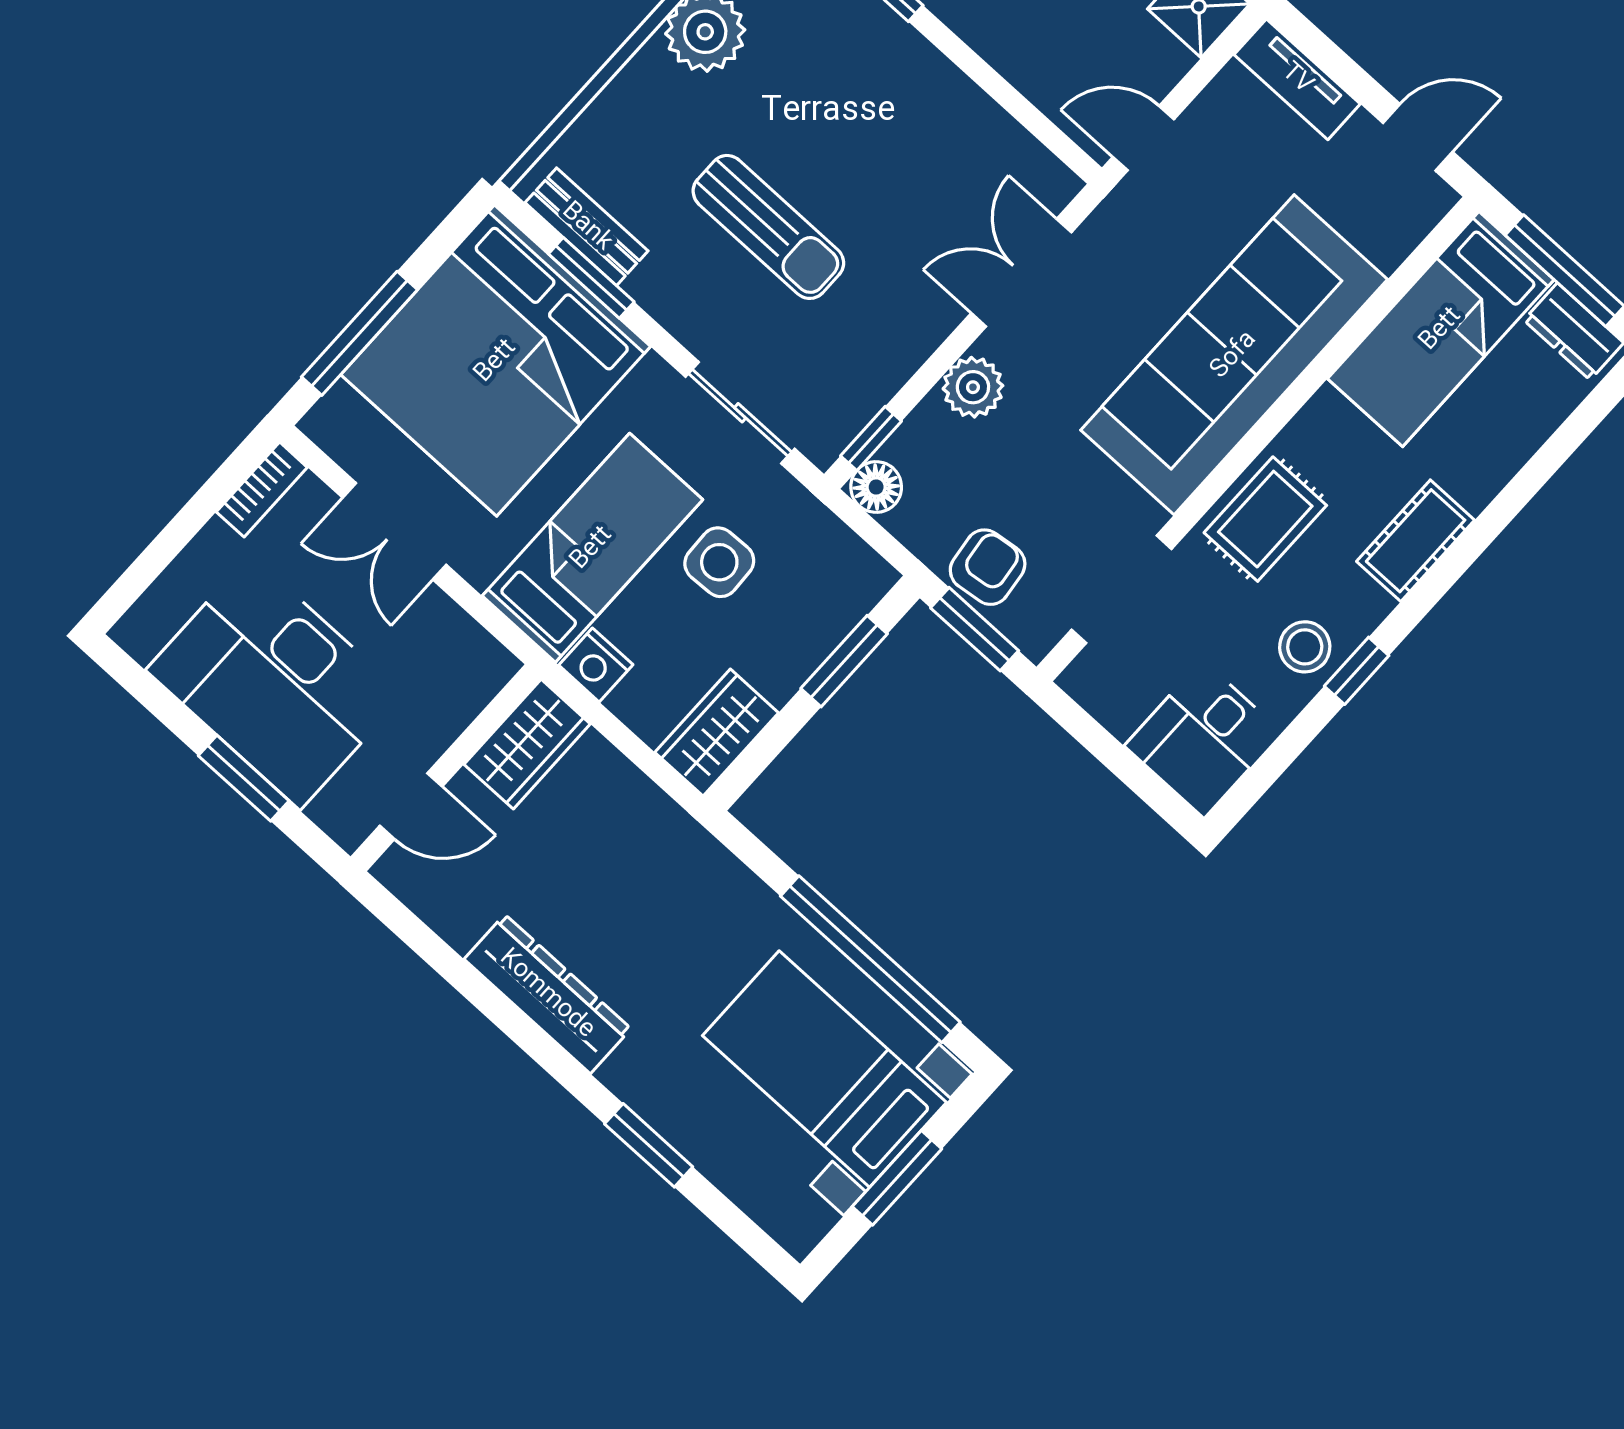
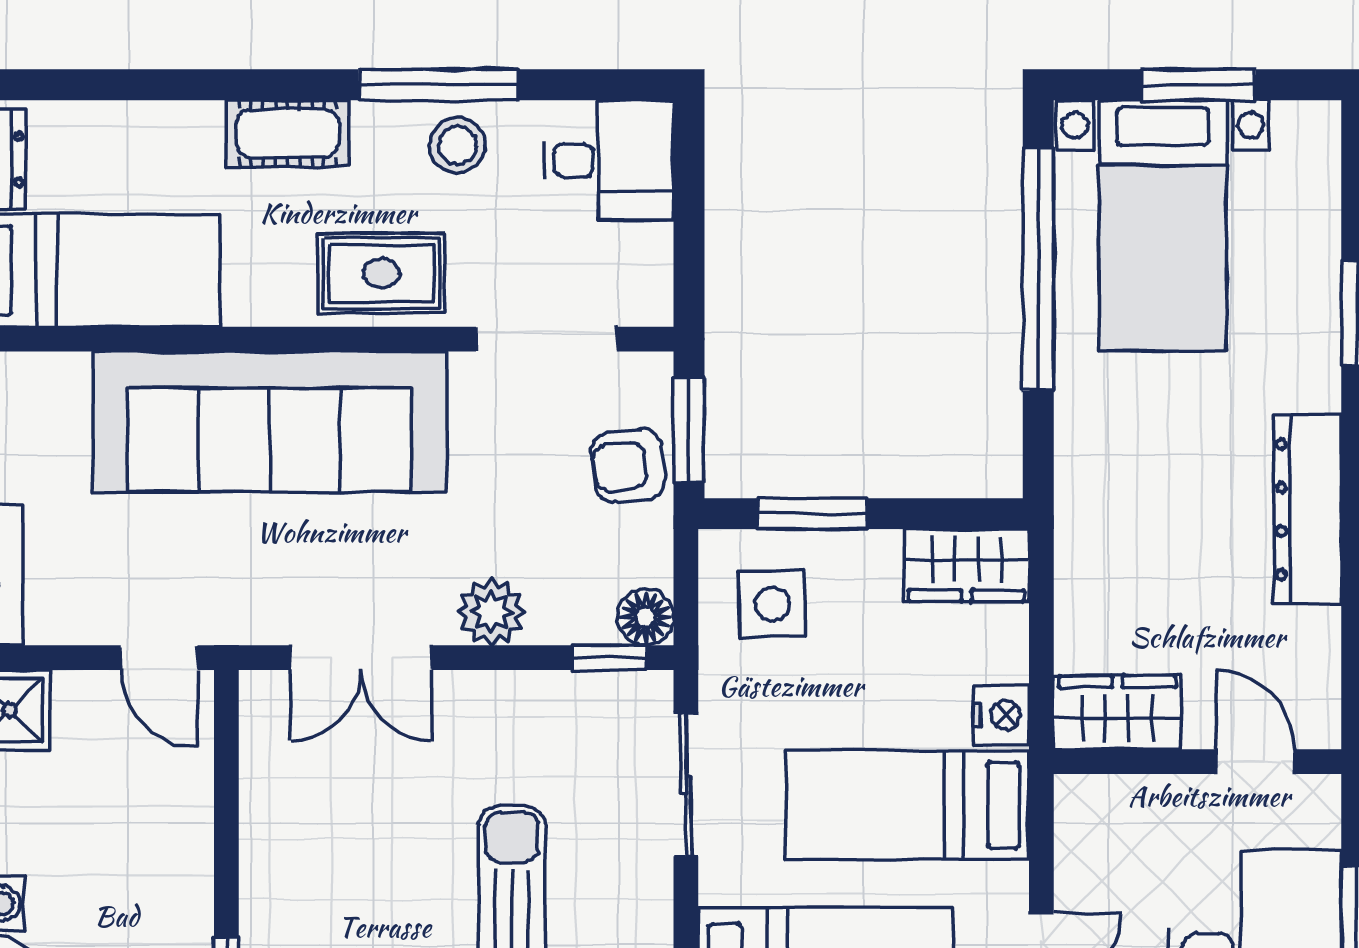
side table: (719, 562) -> (772, 604), moved
window: (1357, 671) -> (438, 85), width x2.17

